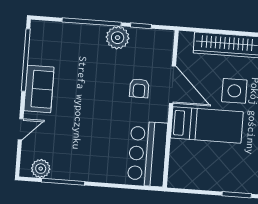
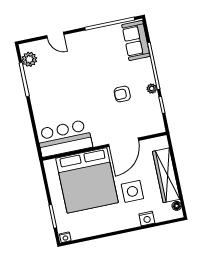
plant: (118, 38) -> (152, 89), width x0.53, depth x0.53
armchair: (139, 88) -> (122, 94), moved
sofa: (39, 89) -> (136, 41), moved, turned 90
bed: (207, 125) -> (87, 180), width x2.04

